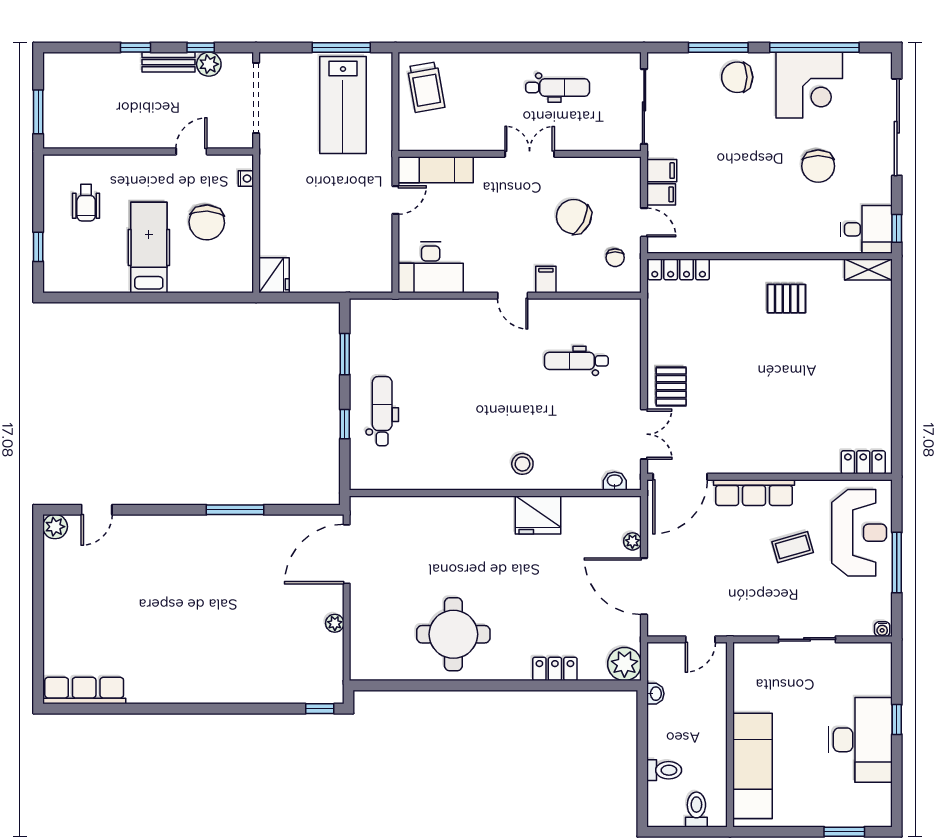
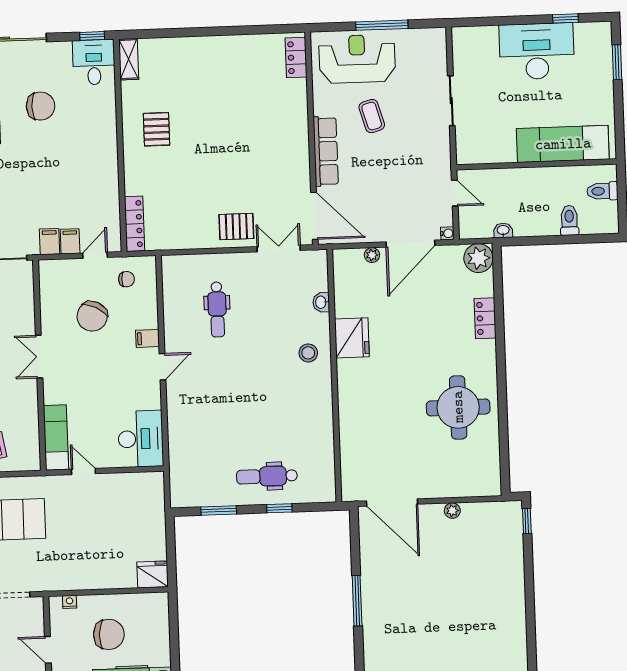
washbasin: (615, 481) -> (321, 302), moved
water cooler: (882, 629) -> (447, 233), moved
window: (897, 720) -> (565, 18), moved

